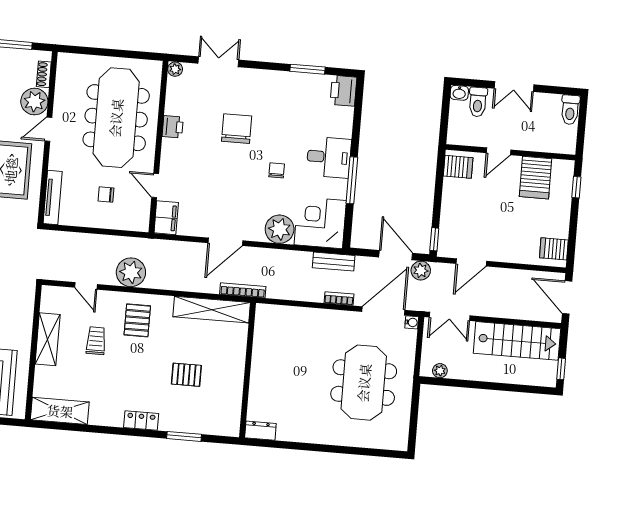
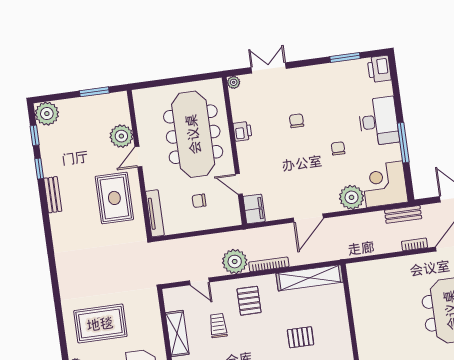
shoe rack: (44, 74) -> (124, 111), removed
chair: (237, 129) -> (297, 121), width x0.54, depth x0.54
desk: (329, 157) -> (379, 121), width x1.37
bookcase: (243, 290) -> (269, 264), moved

